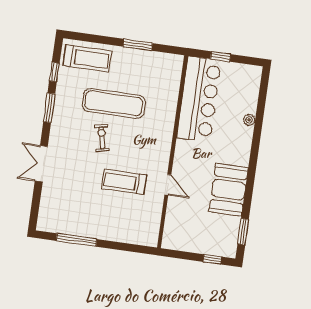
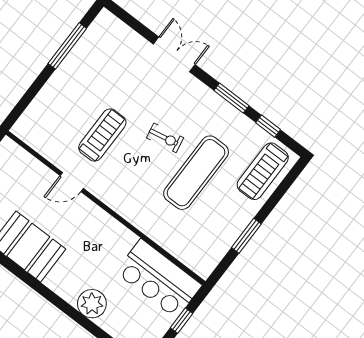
bar counter: (199, 99) -> (159, 279), width x0.73
plant: (249, 120) -> (92, 304), width x1.87, depth x1.87

